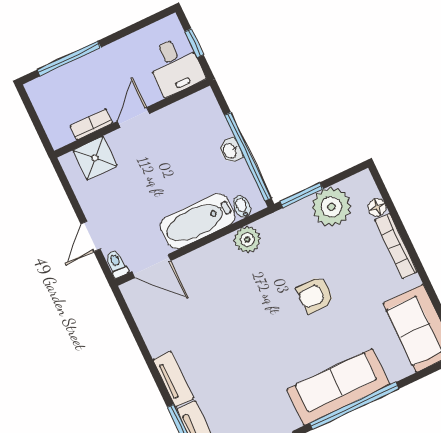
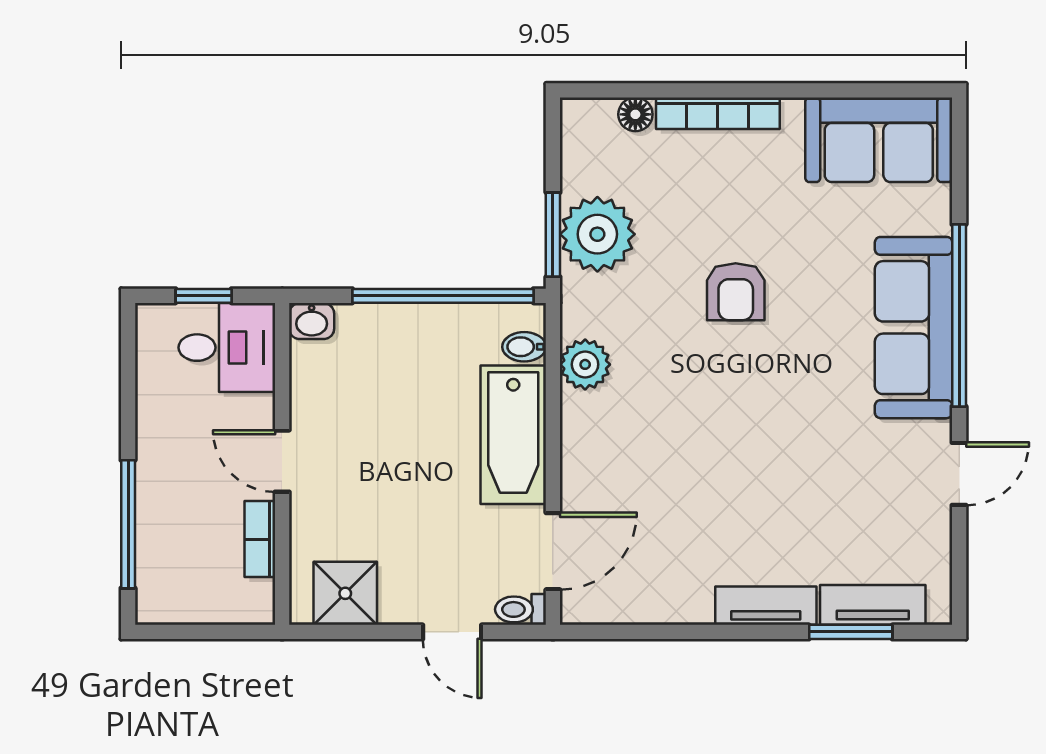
washbasin: (230, 151) -> (312, 321), moved
shower: (95, 158) -> (345, 593), moved
plant: (331, 207) -> (597, 234), moved

